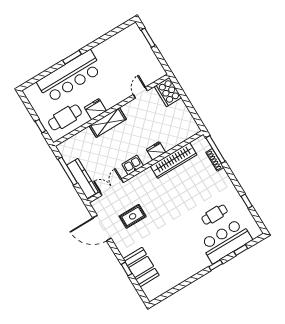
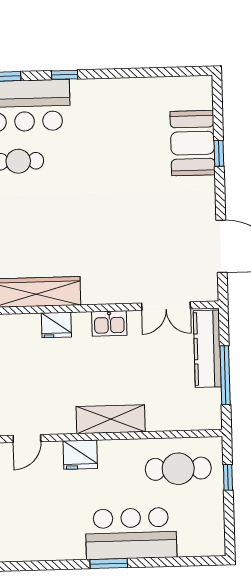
bar counter: (70, 76) -> (131, 534), width x0.73
fridge: (95, 109) -> (80, 455), moved
rug: (133, 216) -> (158, 237), removed

